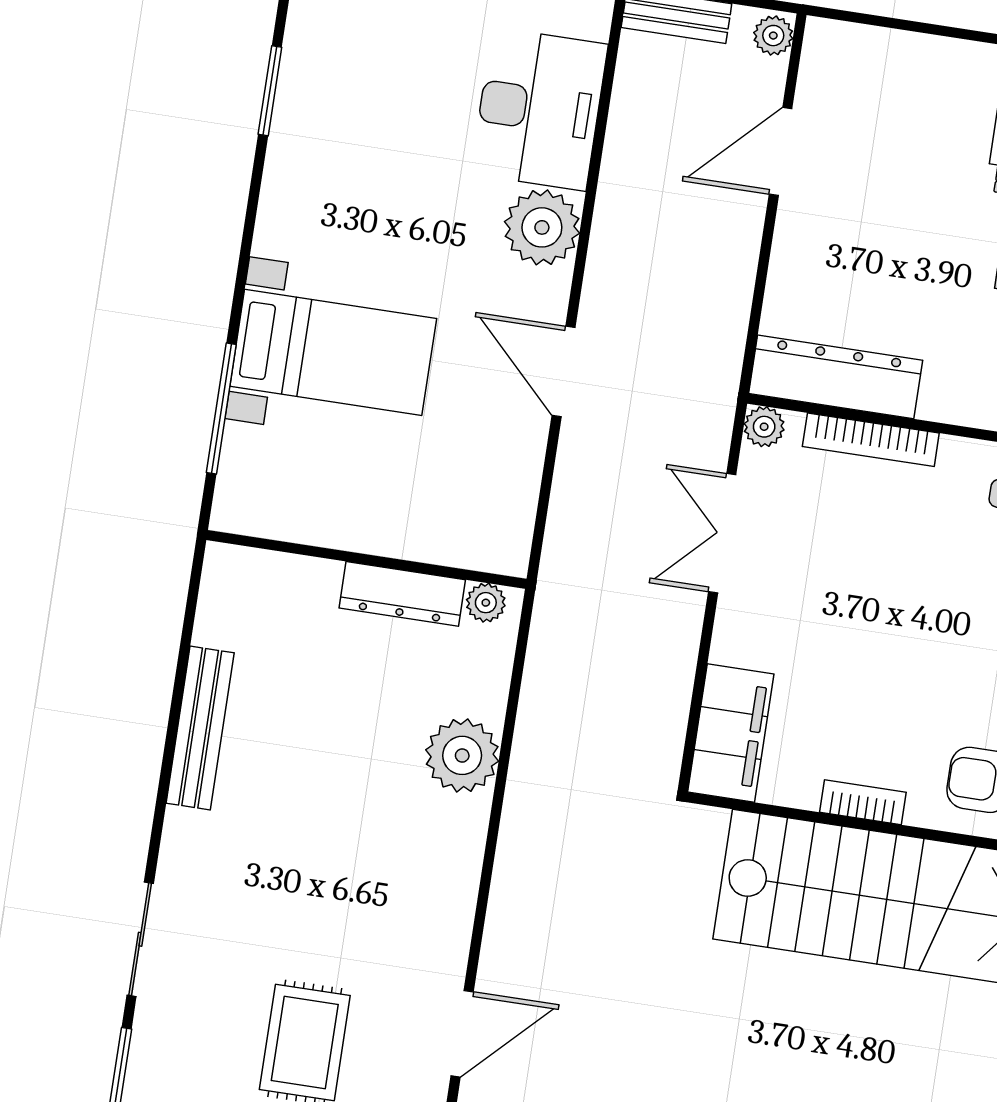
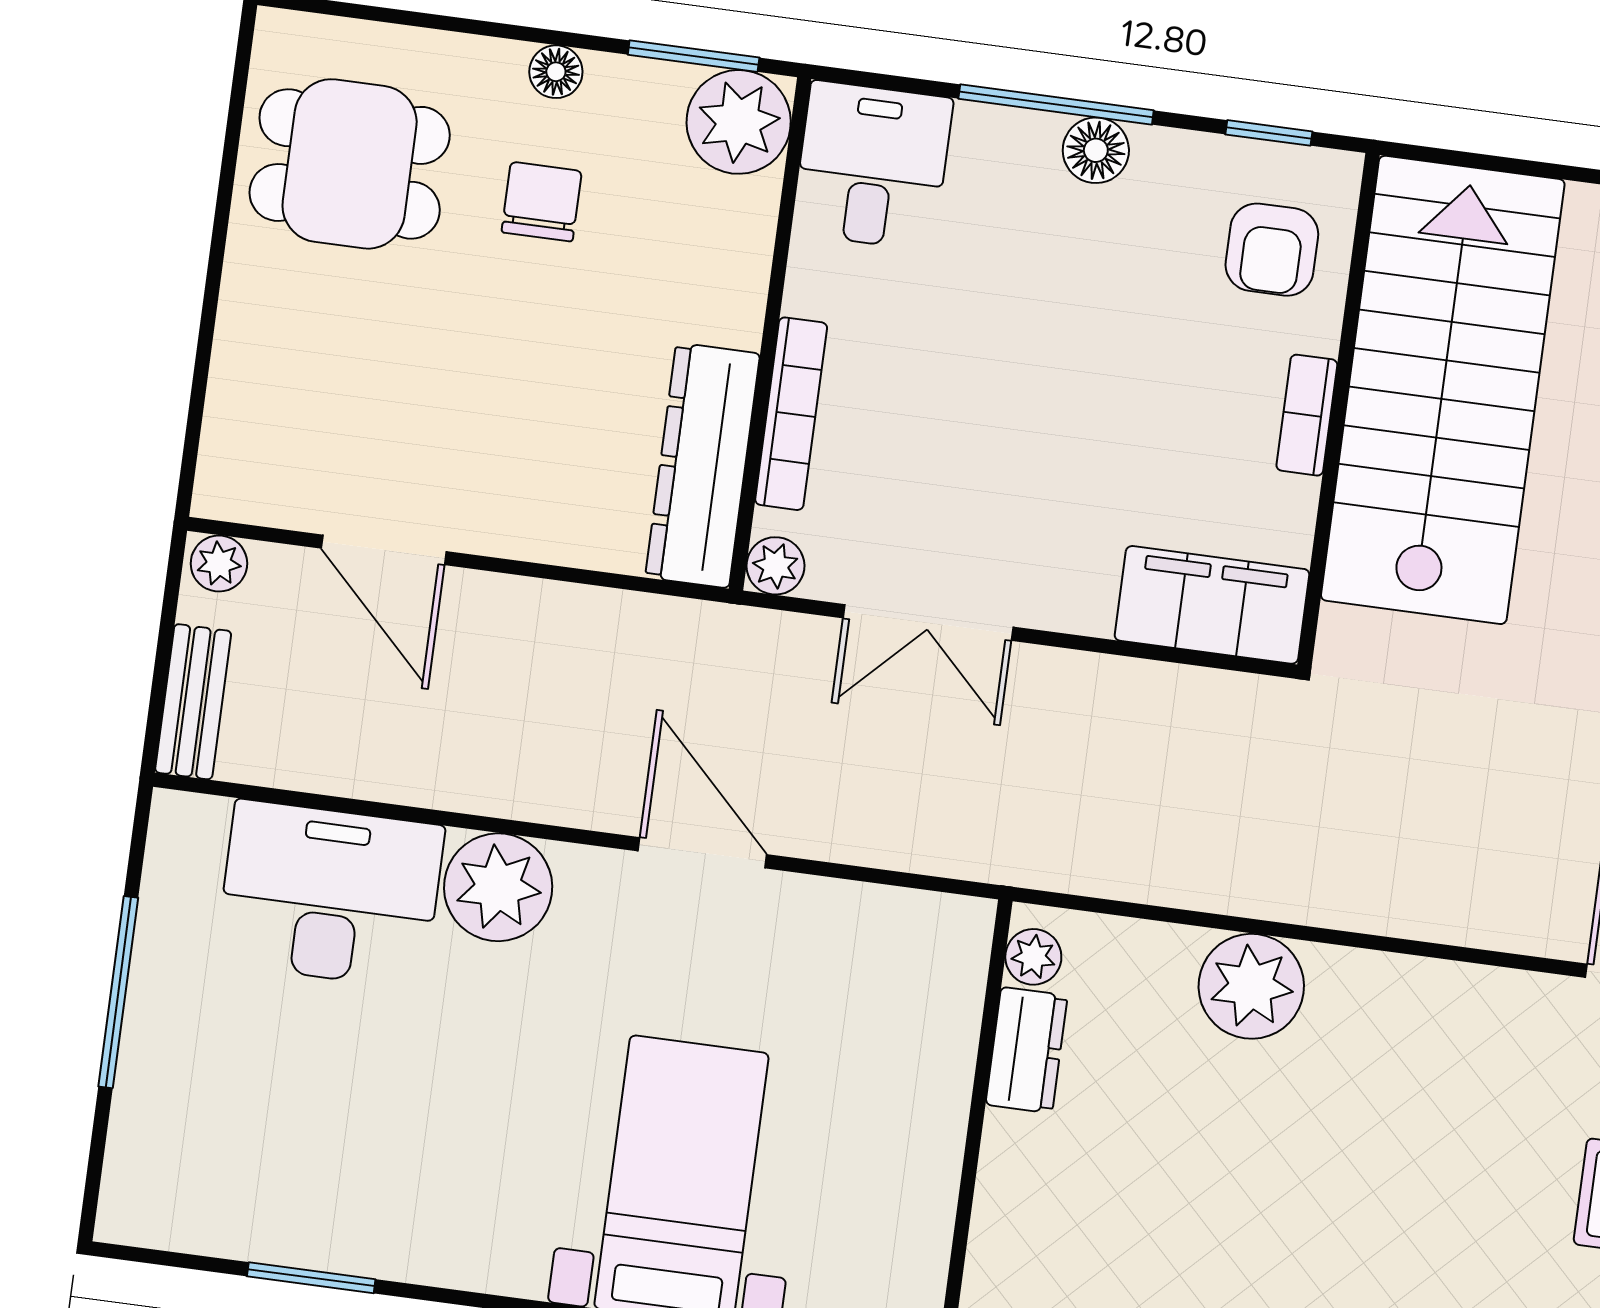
door: (563, 371) -> (702, 853), swing flipped
dresser: (402, 594) -> (1027, 1050), width x0.70

